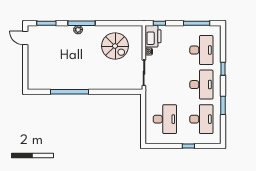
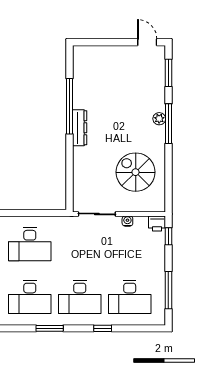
printer: (153, 36) -> (157, 223), width x0.53, depth x0.68
door: (25, 38) -> (147, 42), hinge flipped
spiral stairs: (115, 46) -> (136, 172), turned 90
dresser: (84, 85) -> (80, 128), added

